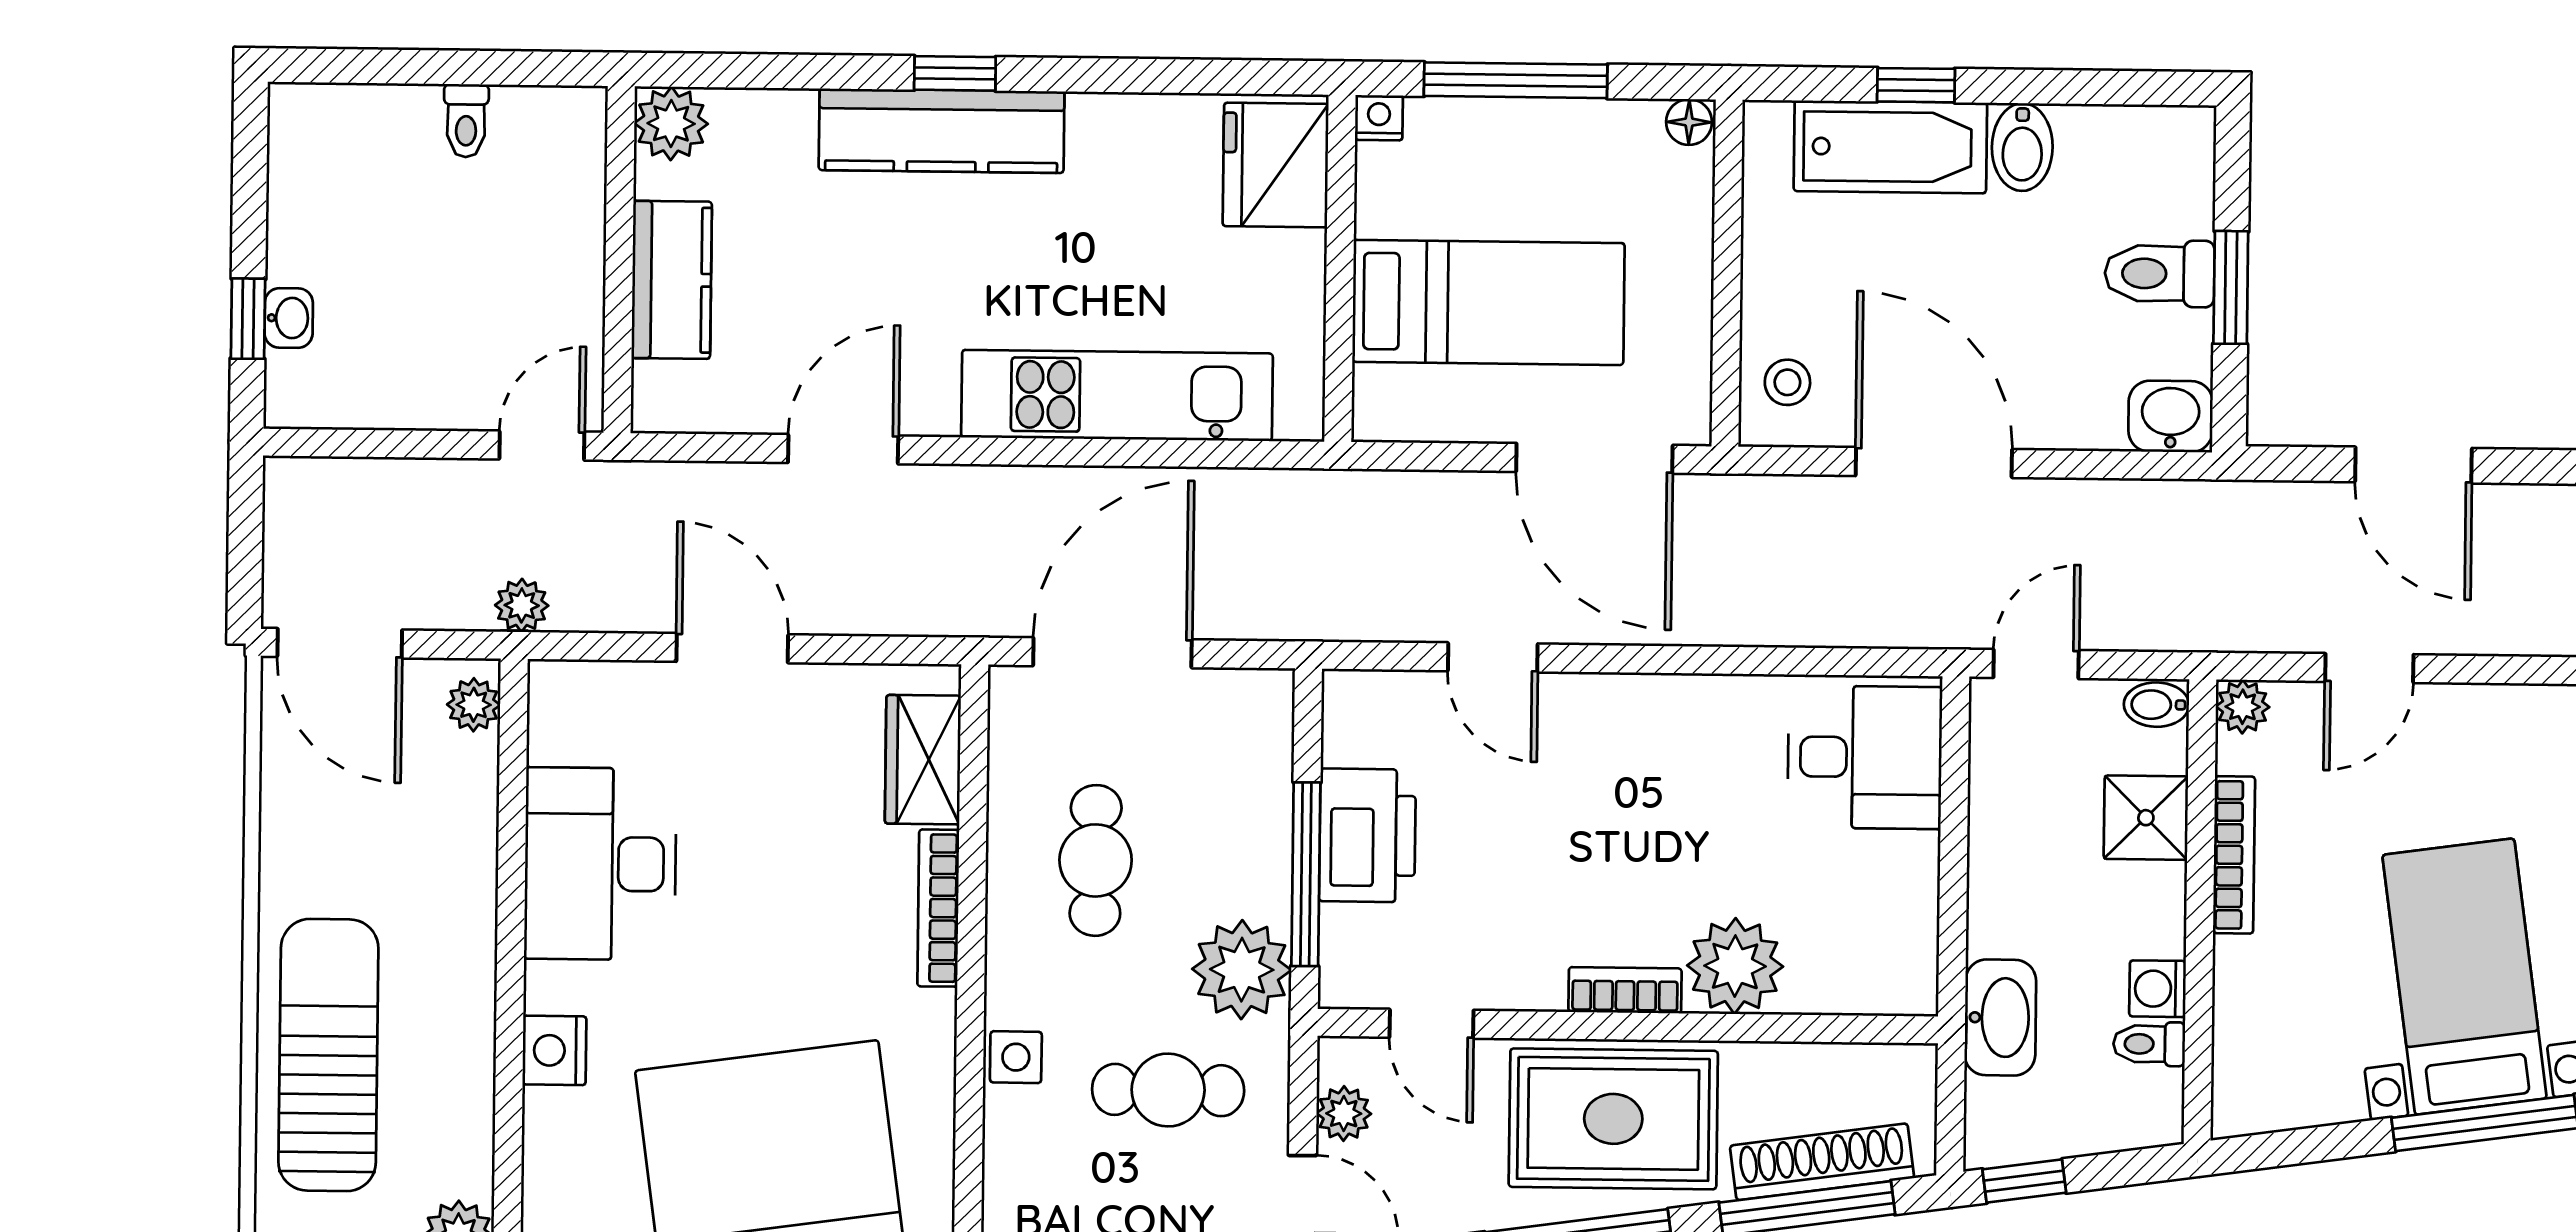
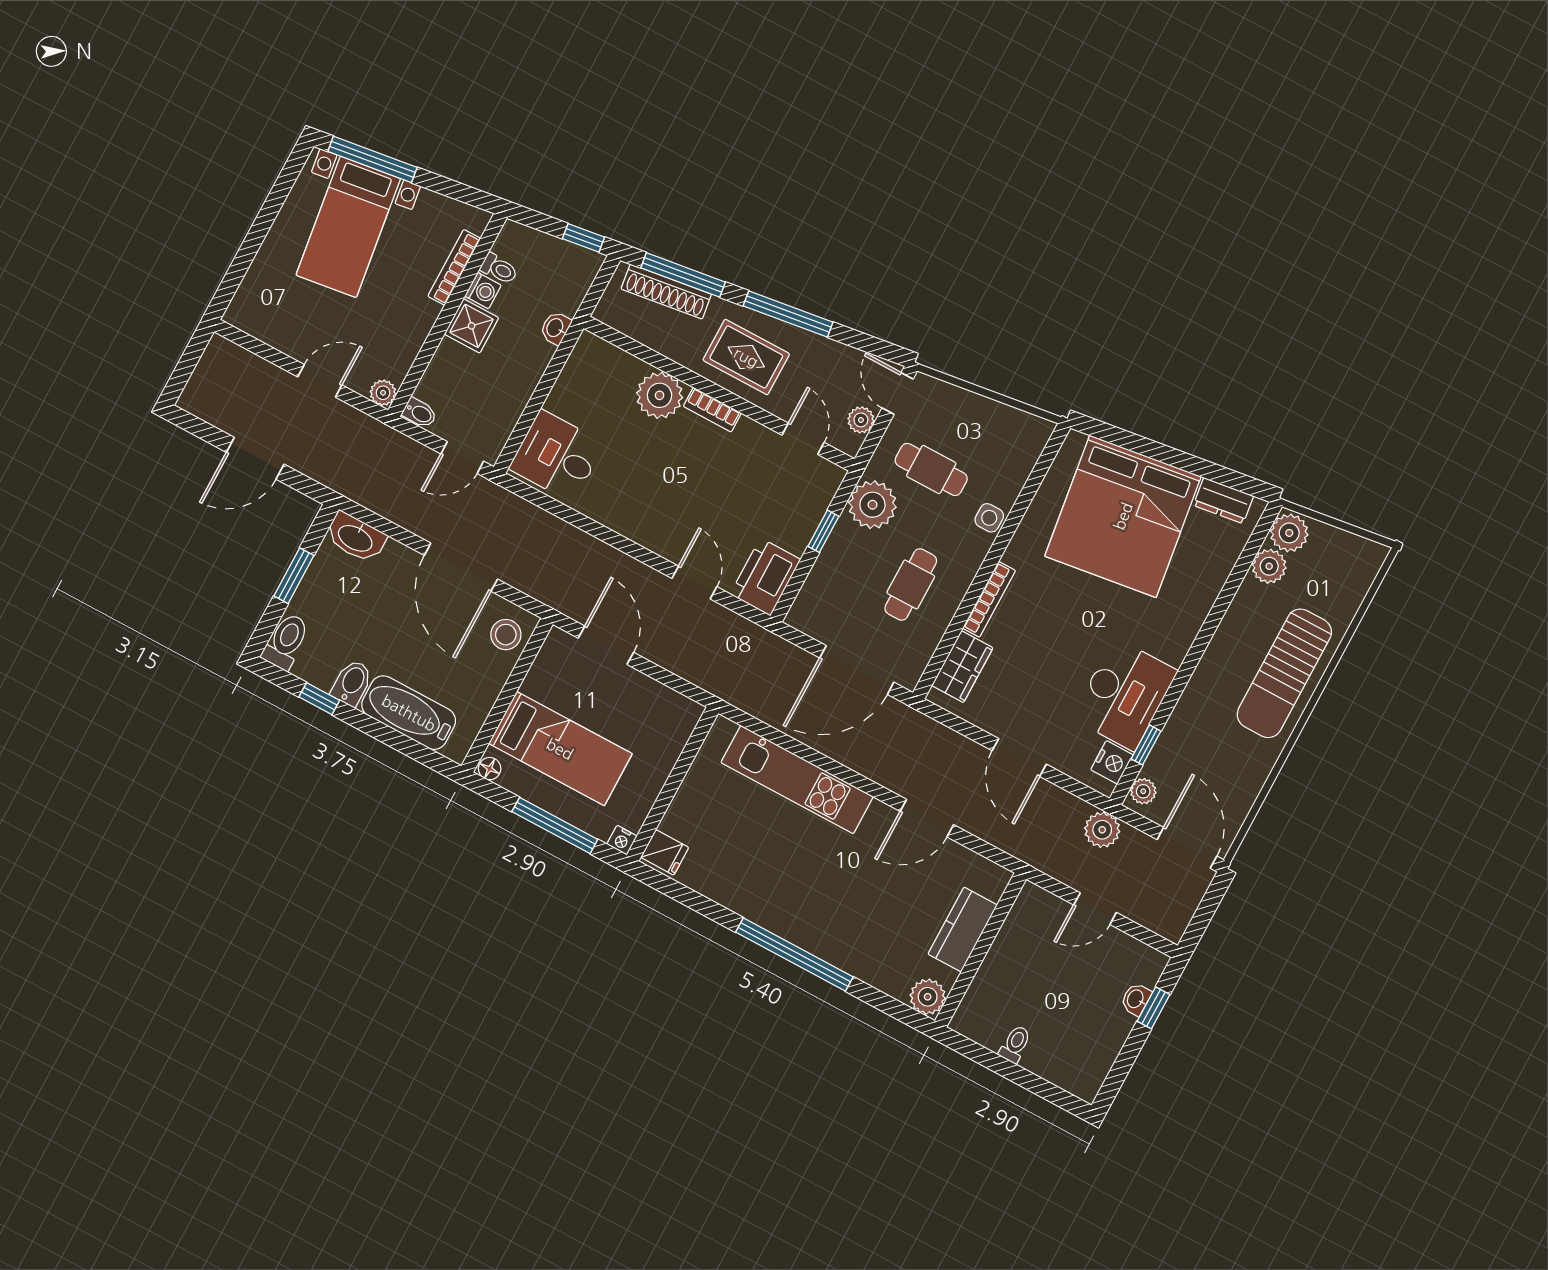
window: (955, 73) -> (794, 955), width x3.17
window: (1916, 85) -> (319, 699), moved
kitchen counter: (942, 131) -> (813, 933), removed
fridge: (1276, 165) -> (665, 852), width x0.53, depth x0.75
toilet: (2160, 274) -> (286, 641), moved, turned -90
bed: (1488, 302) -> (560, 749), moved, turned 180
stool: (1787, 382) -> (506, 635), width x1.37, depth x1.37
washbasin: (2171, 416) -> (356, 537), width x1.38
door: (542, 446) -> (1095, 909), moved
door: (1594, 458) -> (606, 645), width x0.73
door: (2413, 465) -> (255, 458), swing flipped
plant: (522, 605) -> (1102, 830), width x1.38, depth x1.38
window: (513, 792) -> (1146, 745), added
shower: (2146, 818) -> (472, 326), moved
printer: (1367, 835) -> (765, 577), moved
bookcase: (2234, 855) -> (454, 267), moved
window: (1306, 874) -> (823, 531), width x0.46
washbasin: (2000, 1018) -> (555, 328), width x0.52, depth x0.69
nightstand: (554, 1050) -> (1112, 762), moved
rug: (1613, 1119) -> (746, 357), width x0.73, depth x0.70

